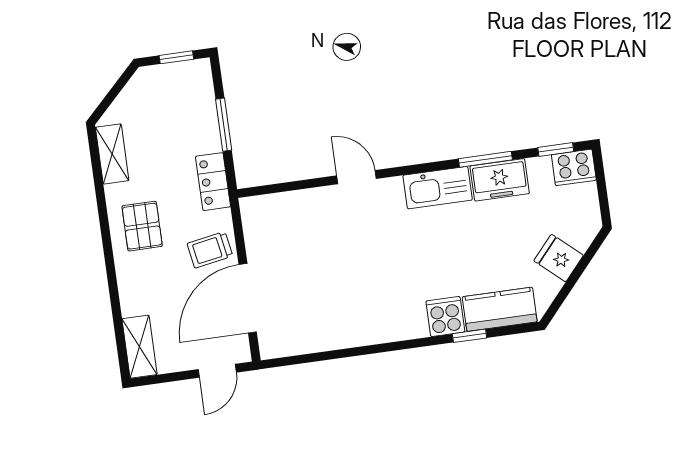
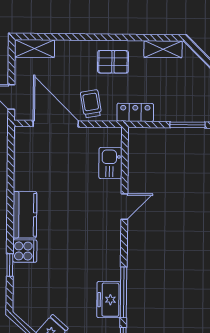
window: (224, 125) -> (188, 125), moved
window: (485, 159) -> (124, 292), width x1.44
kitchen sink: (438, 188) -> (110, 163), moved, width x0.73
kitchen counter: (500, 309) -> (25, 215), moved

